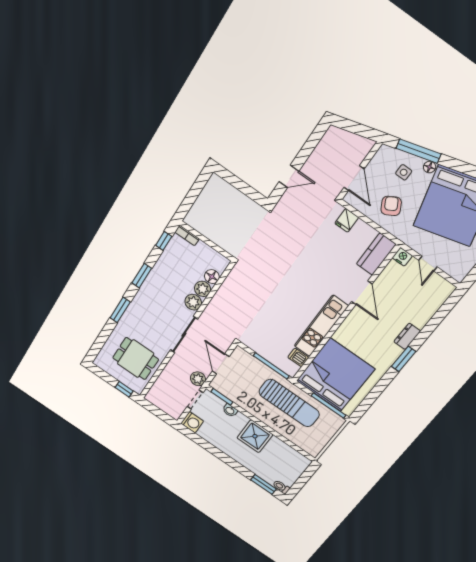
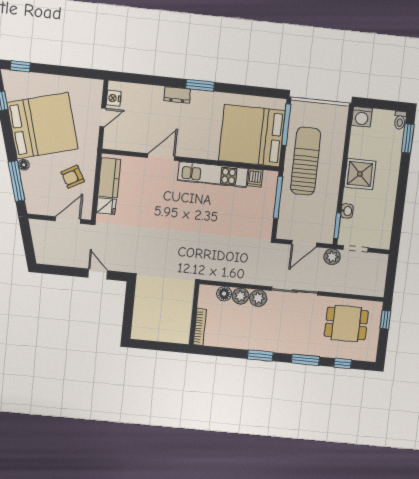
side table: (404, 172) -> (40, 183), removed
bookcase: (187, 235) -> (200, 327), width x1.56
window: (164, 241) -> (343, 363), moved
kitchen counter: (376, 254) -> (109, 178), moved, turned -90
nightstand: (402, 257) -> (114, 98), moved
dining table: (136, 359) -> (346, 324), turned 90
washing machine: (192, 422) -> (362, 117), moved, turned 180

